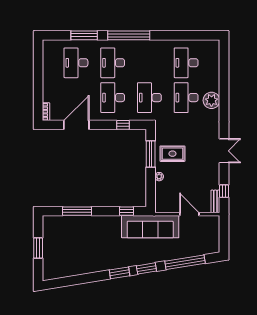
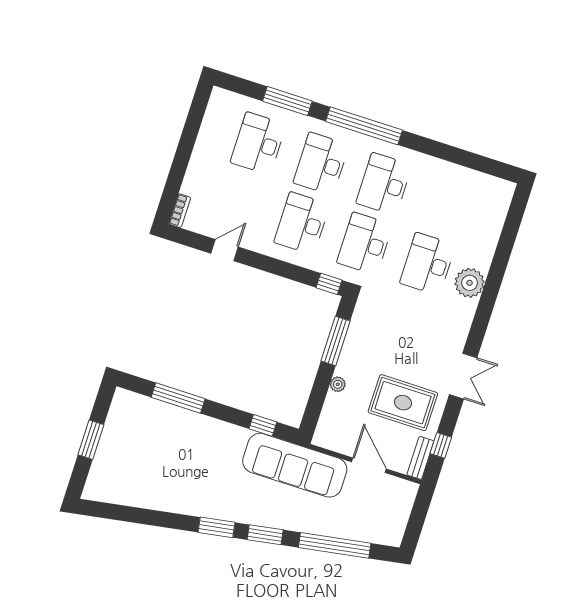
desk: (186, 63) -> (384, 184), moved
door: (76, 125) -> (225, 250), width x0.53
window: (123, 125) -> (329, 284), moved
rug: (172, 154) -> (403, 403), moved, width x1.36, depth x1.43

